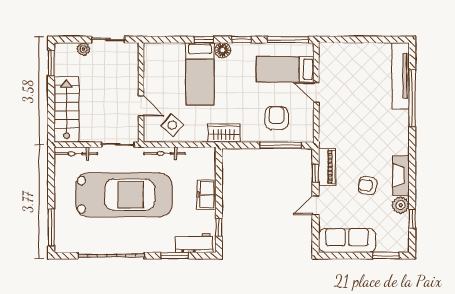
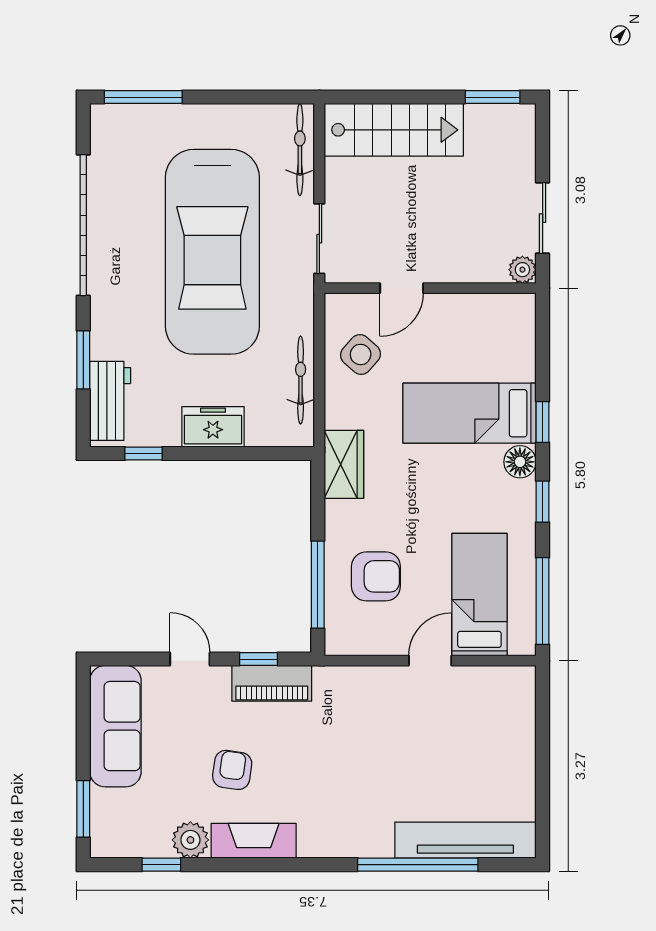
plant: (84, 49) -> (522, 270), moved
bicycle: (165, 153) -> (301, 380), moved

